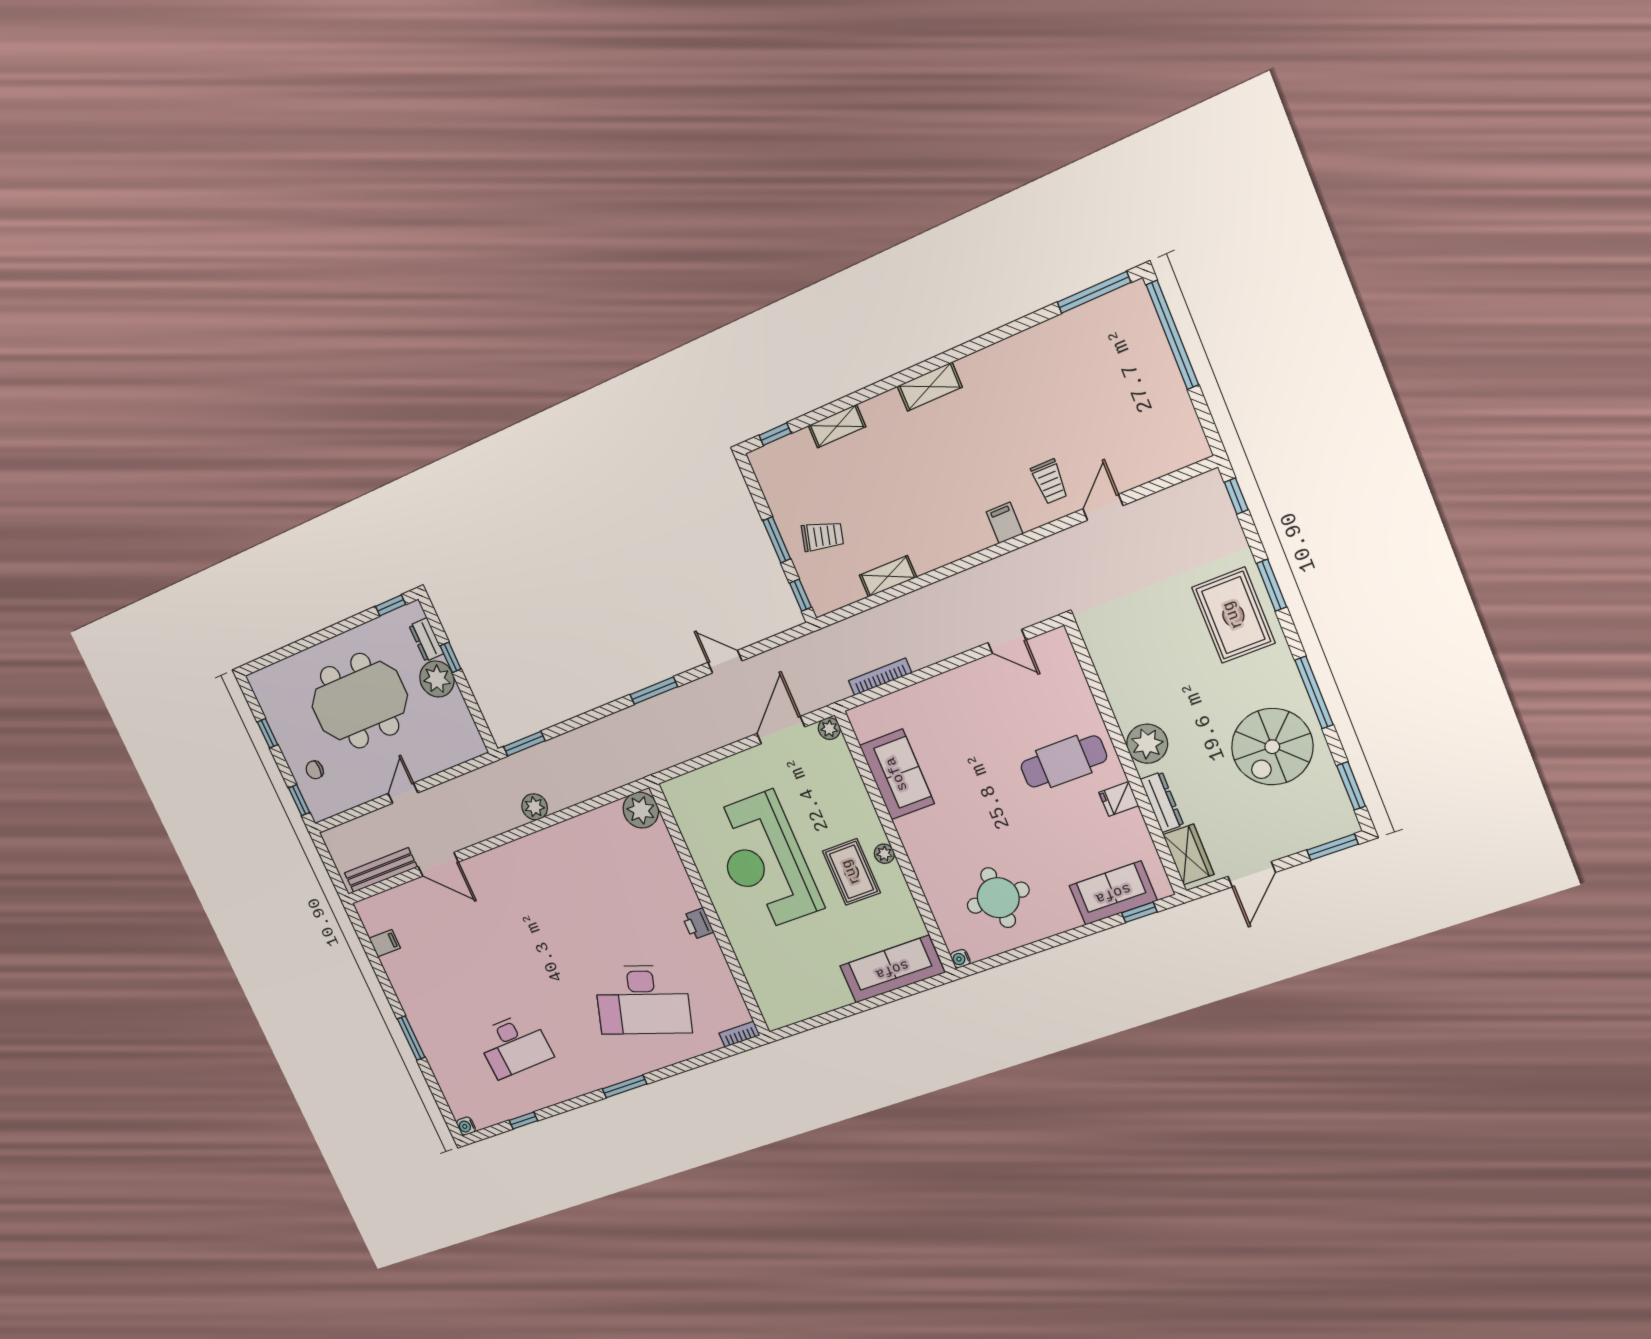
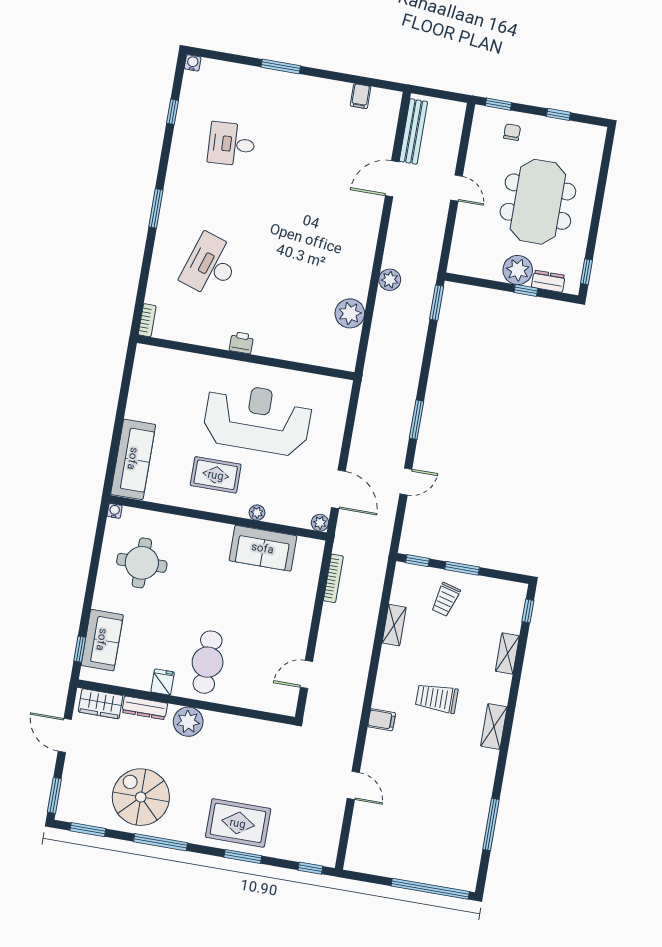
window: (1094, 292) -> (491, 824), moved
trolley: (1050, 482) -> (437, 698), moved, width x1.36, depth x1.39
plant: (641, 810) -> (350, 313), moved
plant: (884, 854) -> (257, 513), moved
desk: (643, 1000) -> (211, 265), width x0.73, depth x0.77
desk: (514, 1045) -> (232, 144), width x0.73

